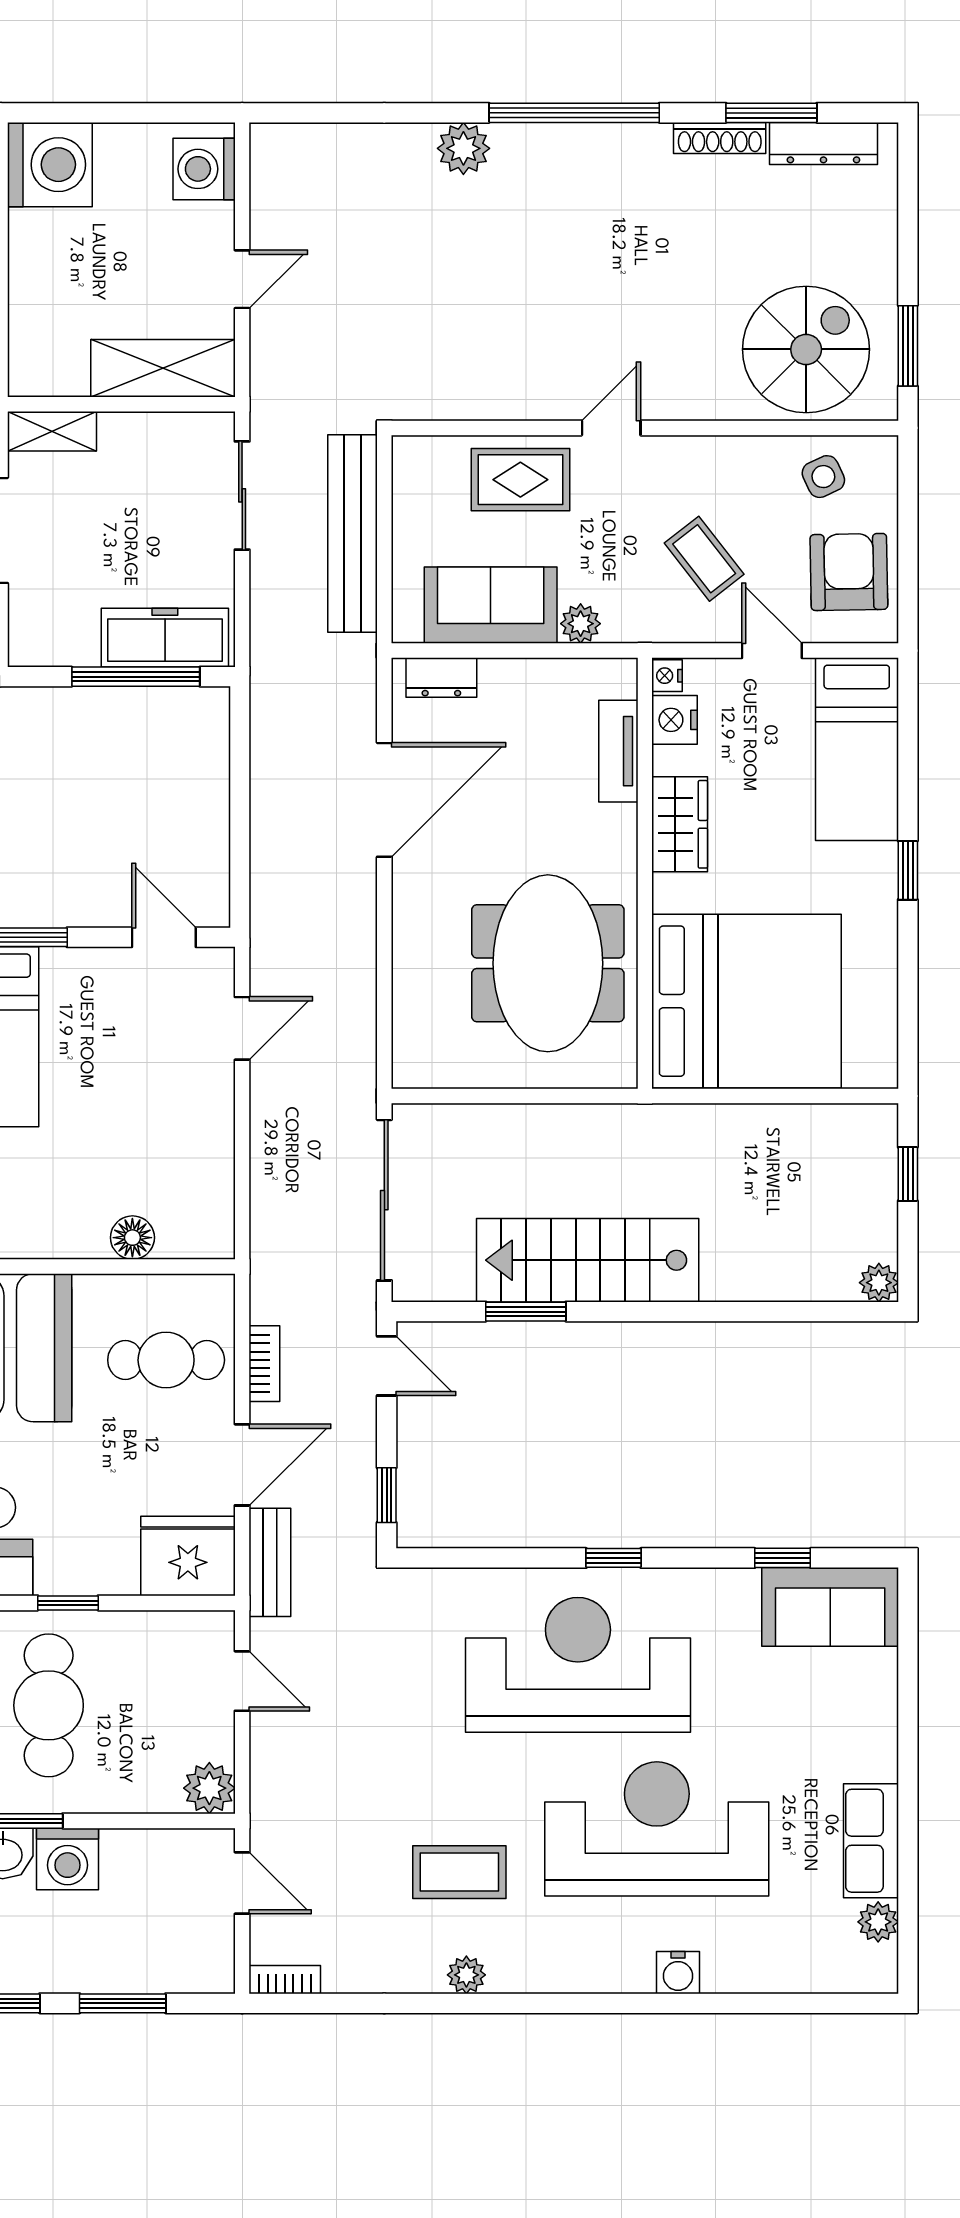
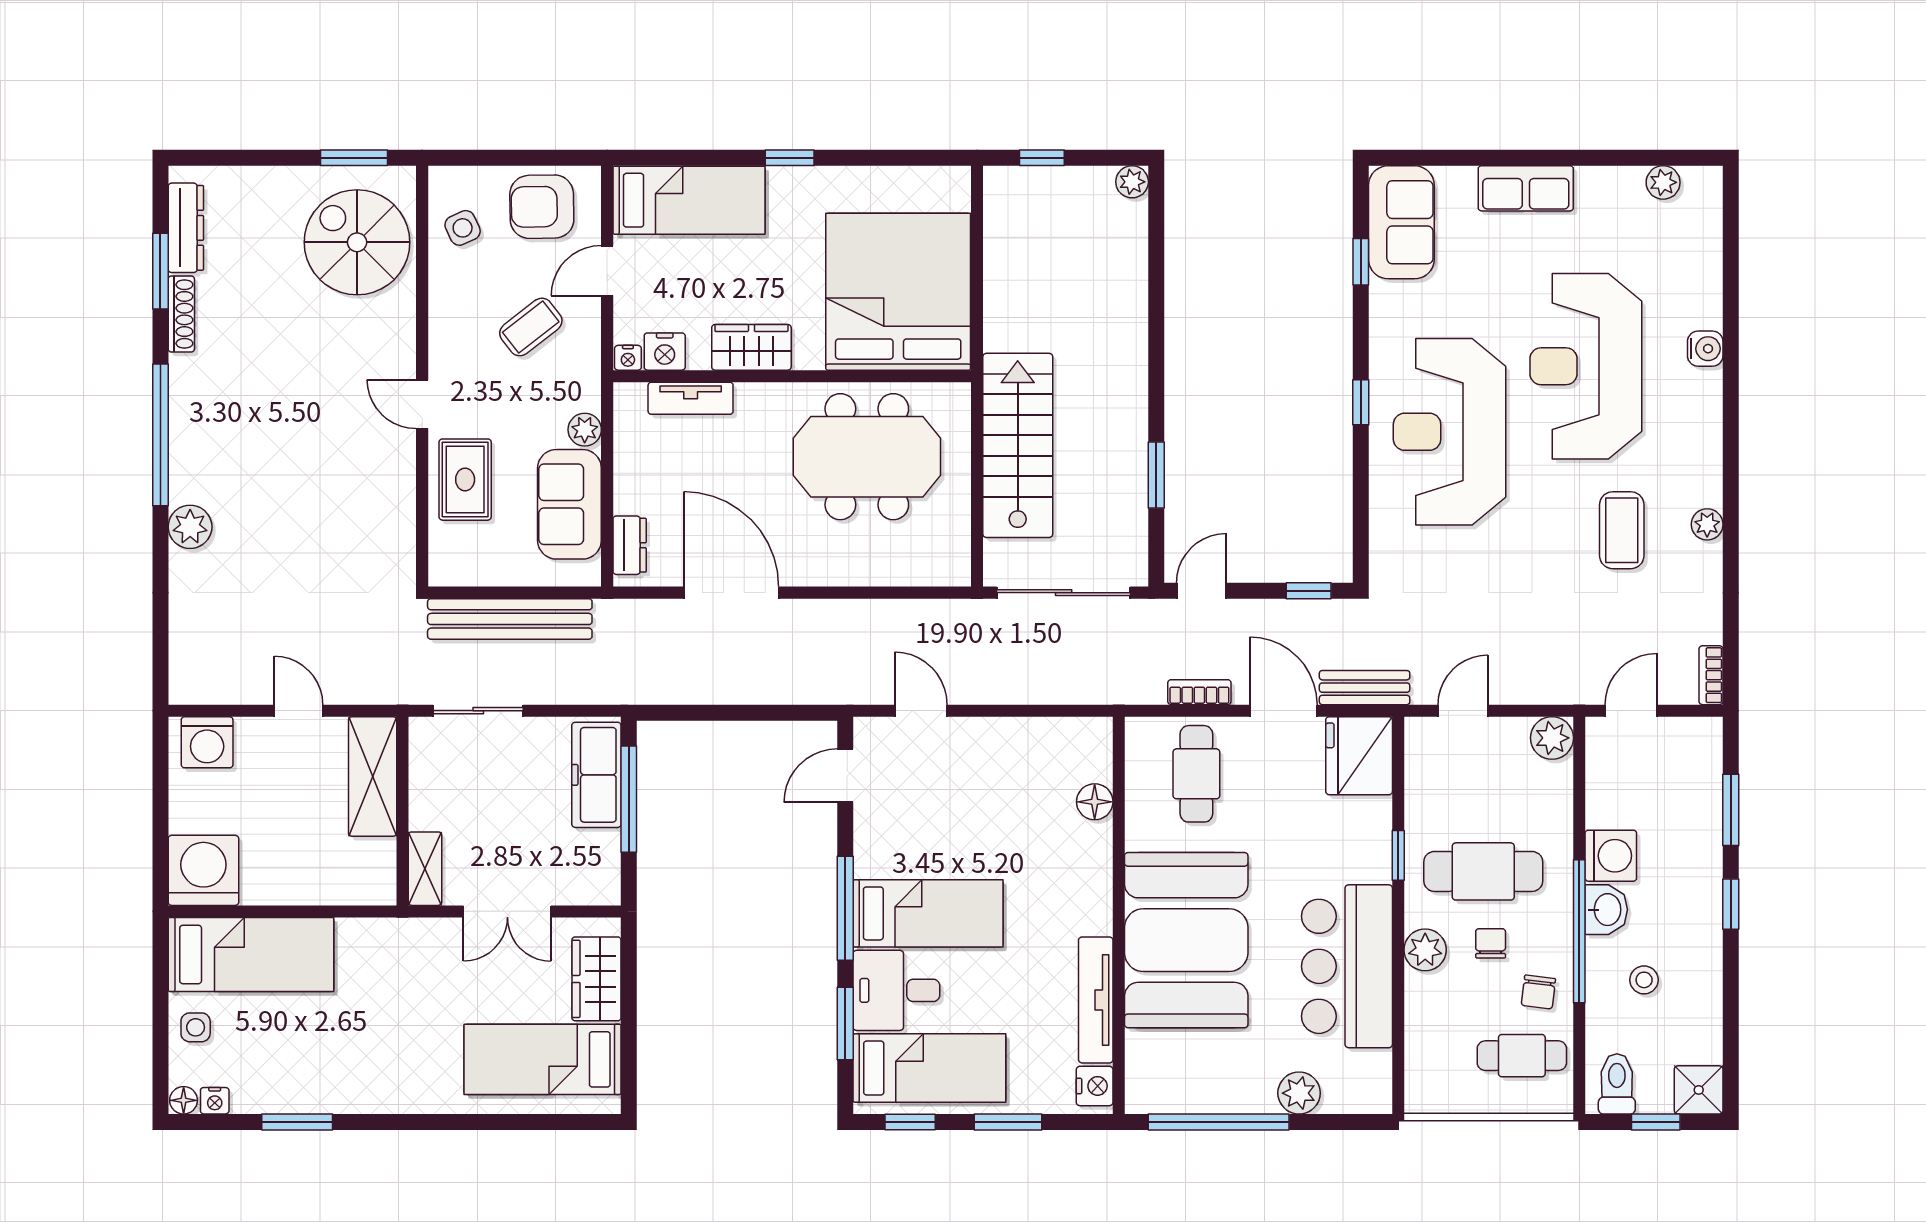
stairs: (588, 1260) -> (1018, 445), moved, turned 180
row of seats: (871, 1841) -> (1526, 188), moved

